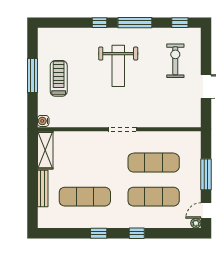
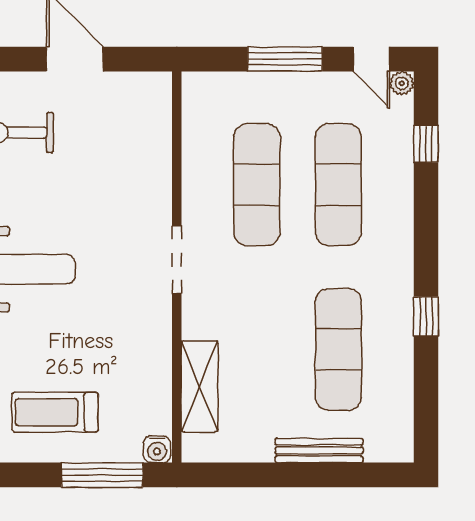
window: (32, 75) -> (102, 475), moved
shelving: (45, 150) -> (200, 386), moved, turned 90
window: (137, 233) -> (426, 144), moved

